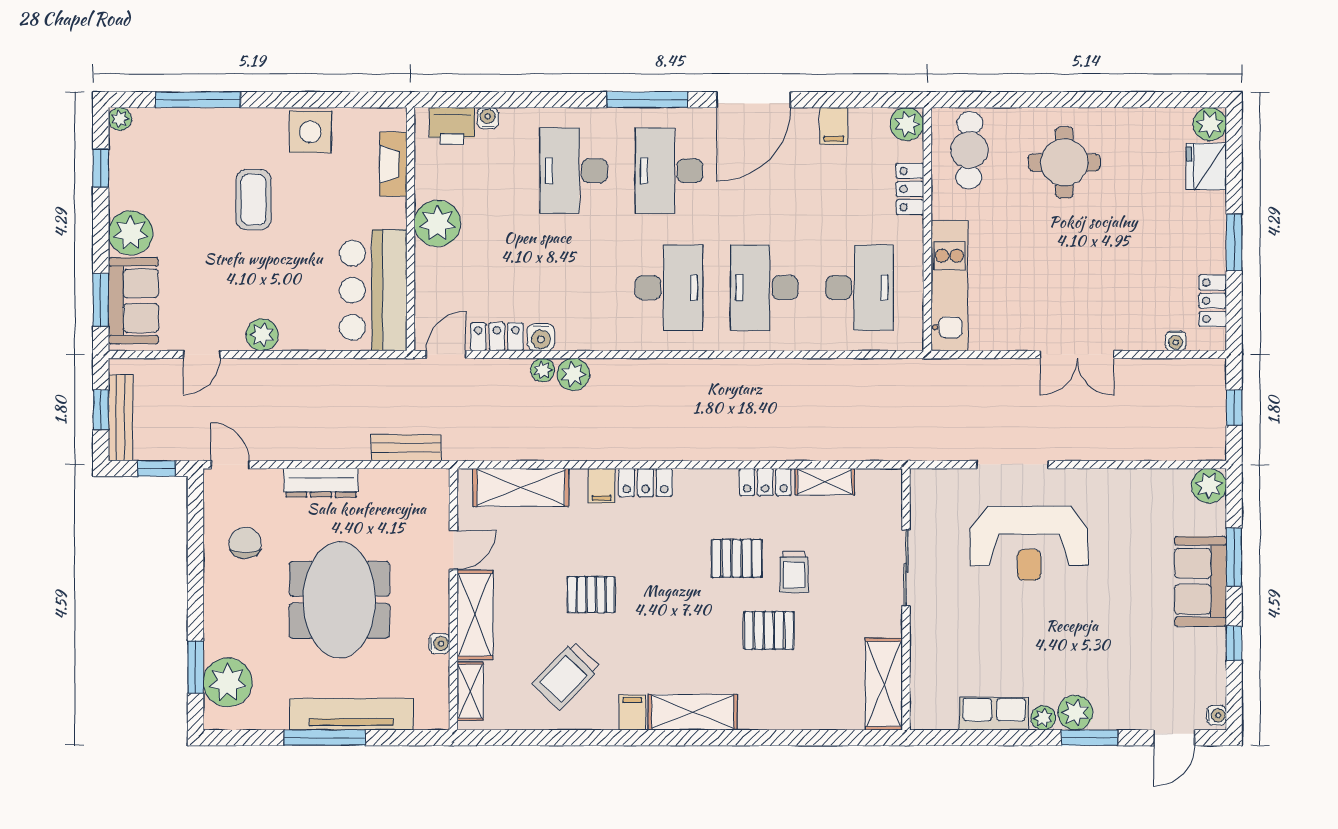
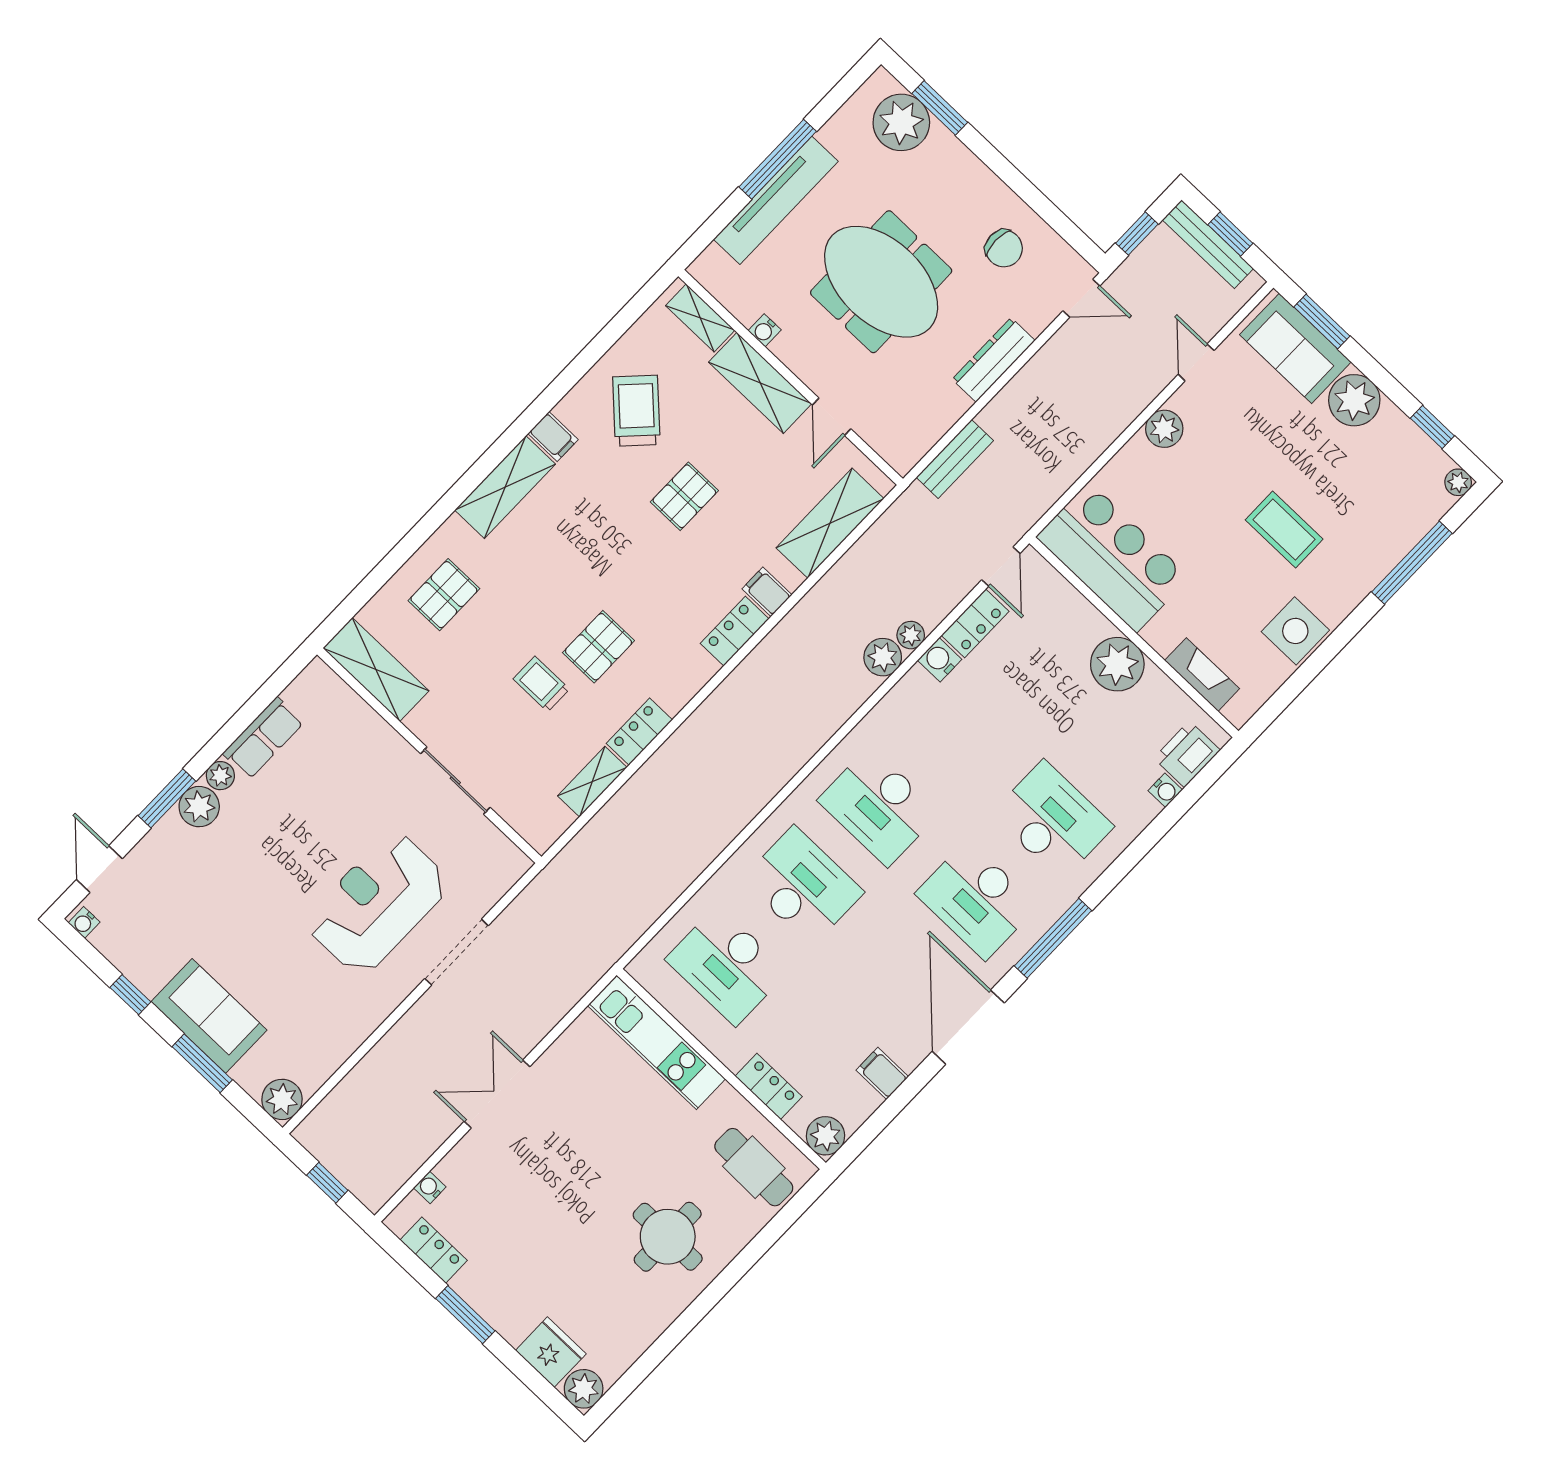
desk: (669, 171) -> (977, 900), turned 180
pallet: (769, 630) -> (444, 595), moved

